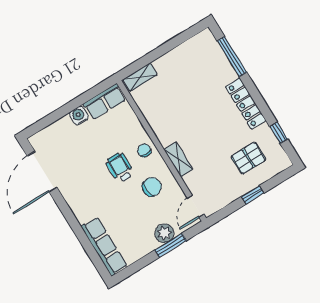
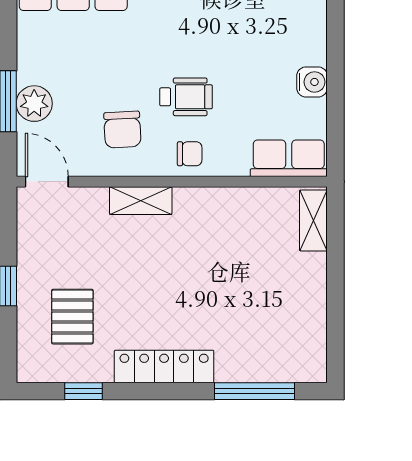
row of seats: (105, 102) -> (289, 158), moved, turned 90

